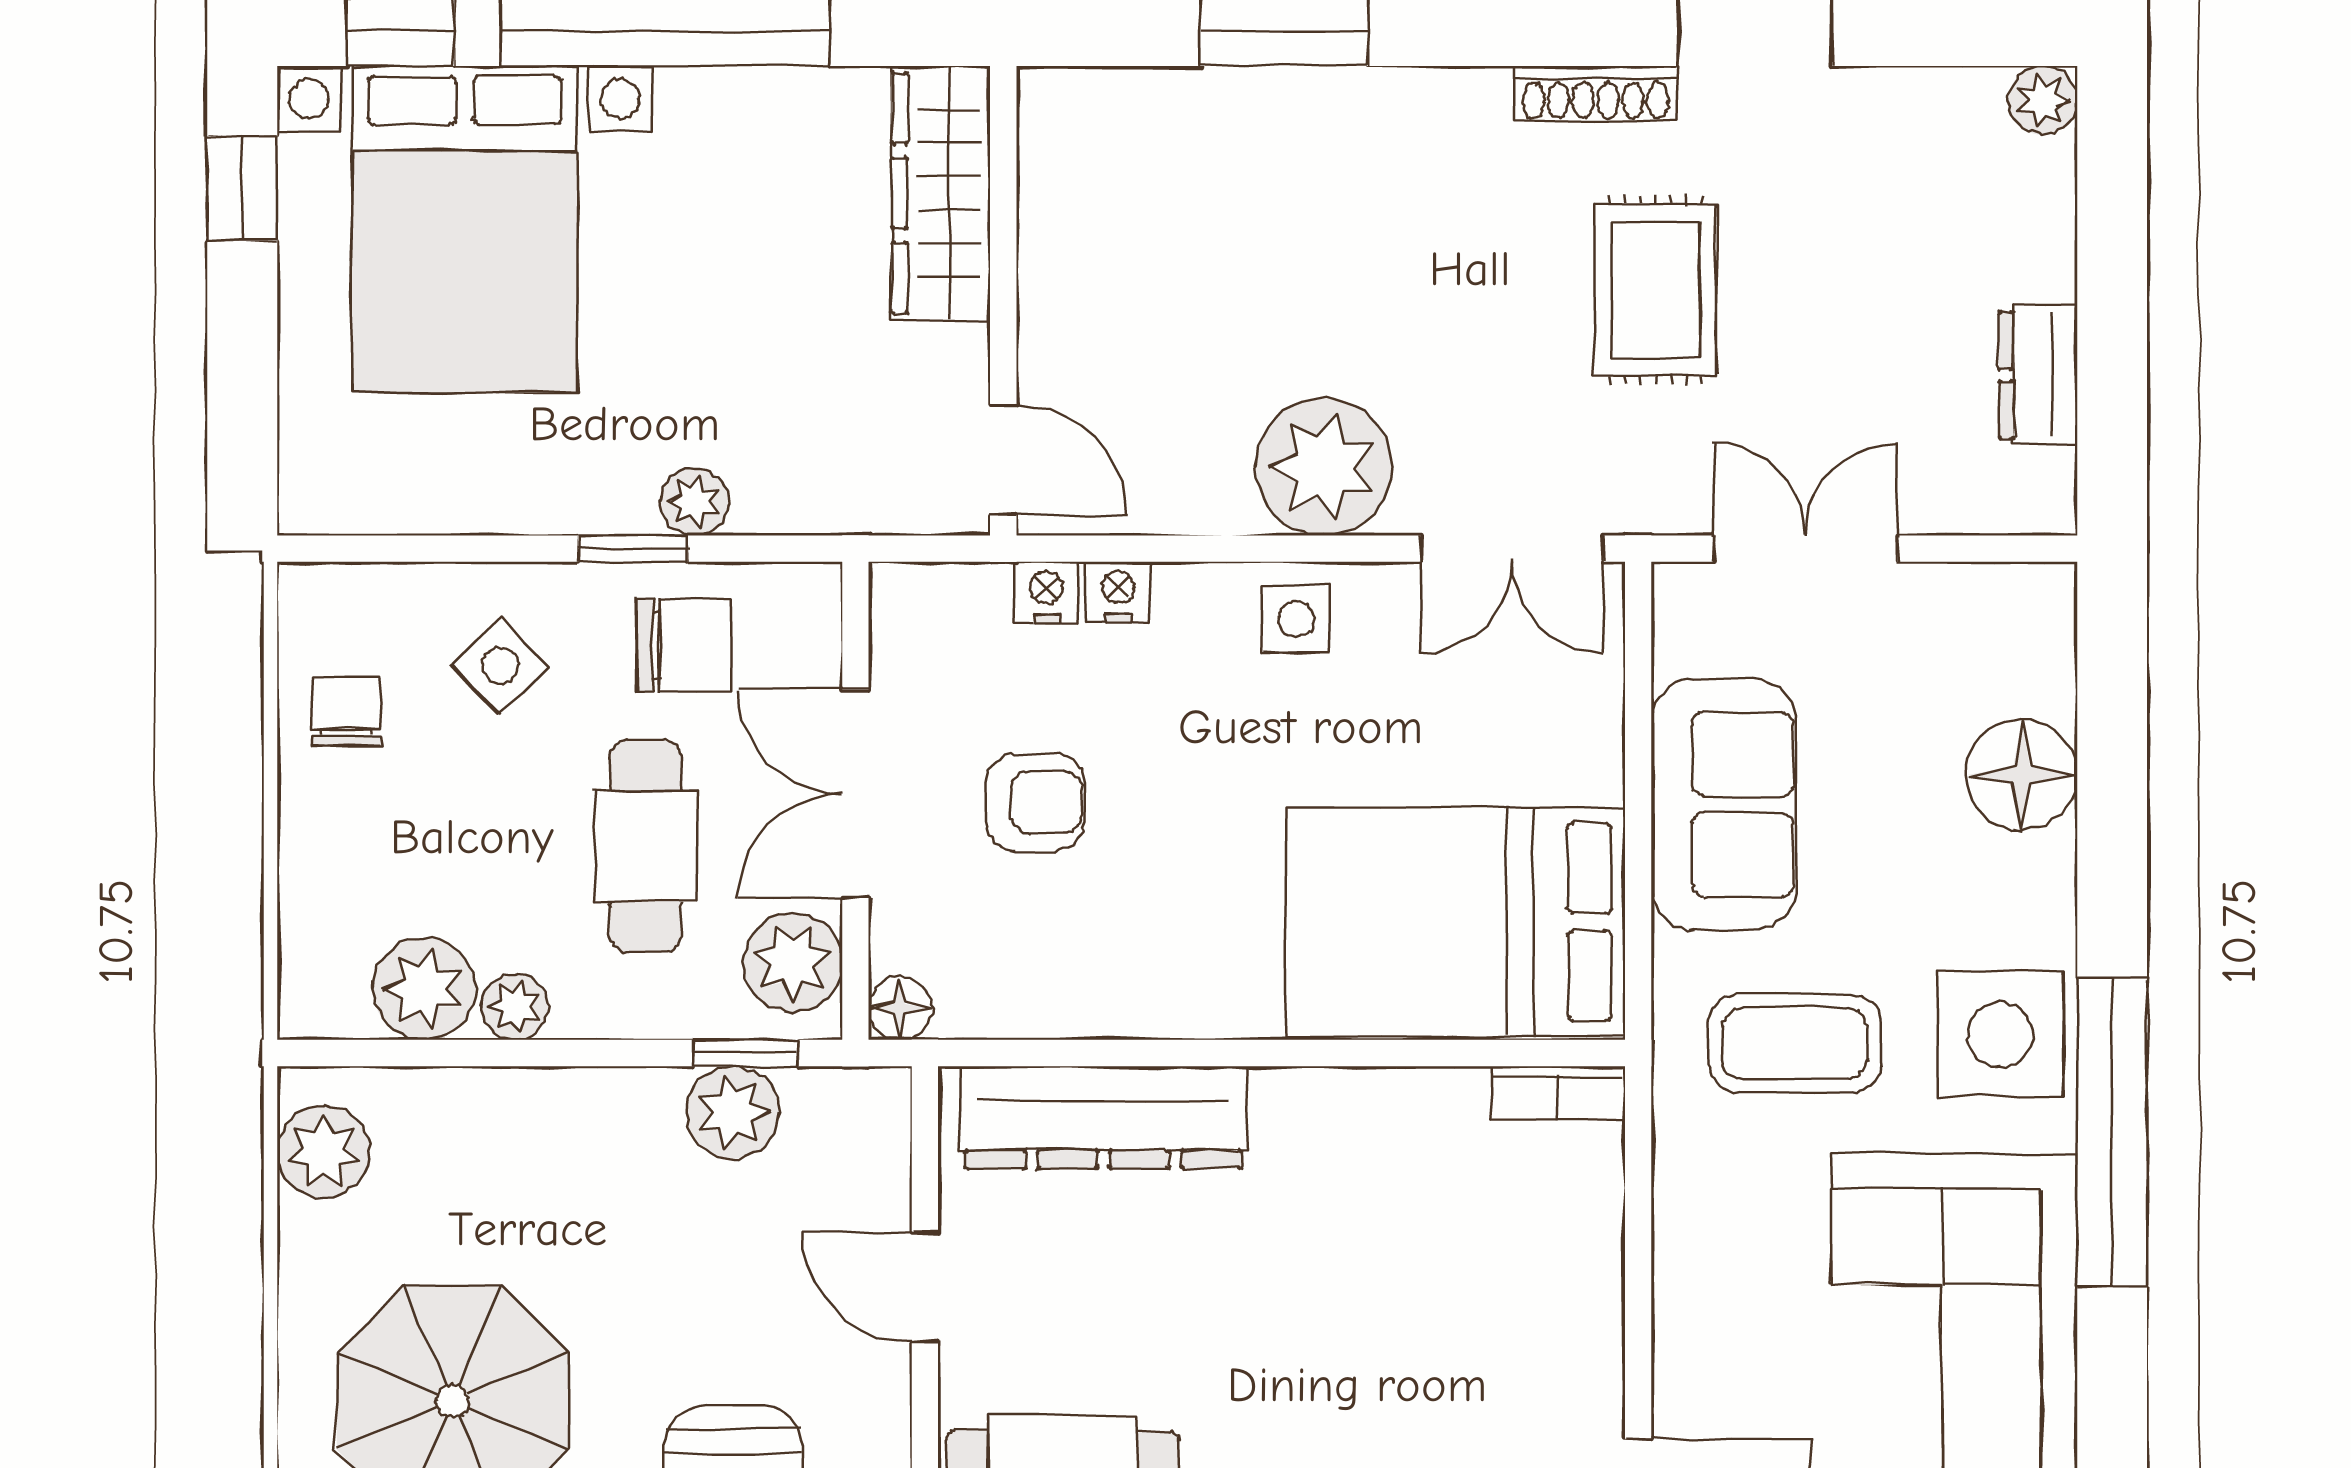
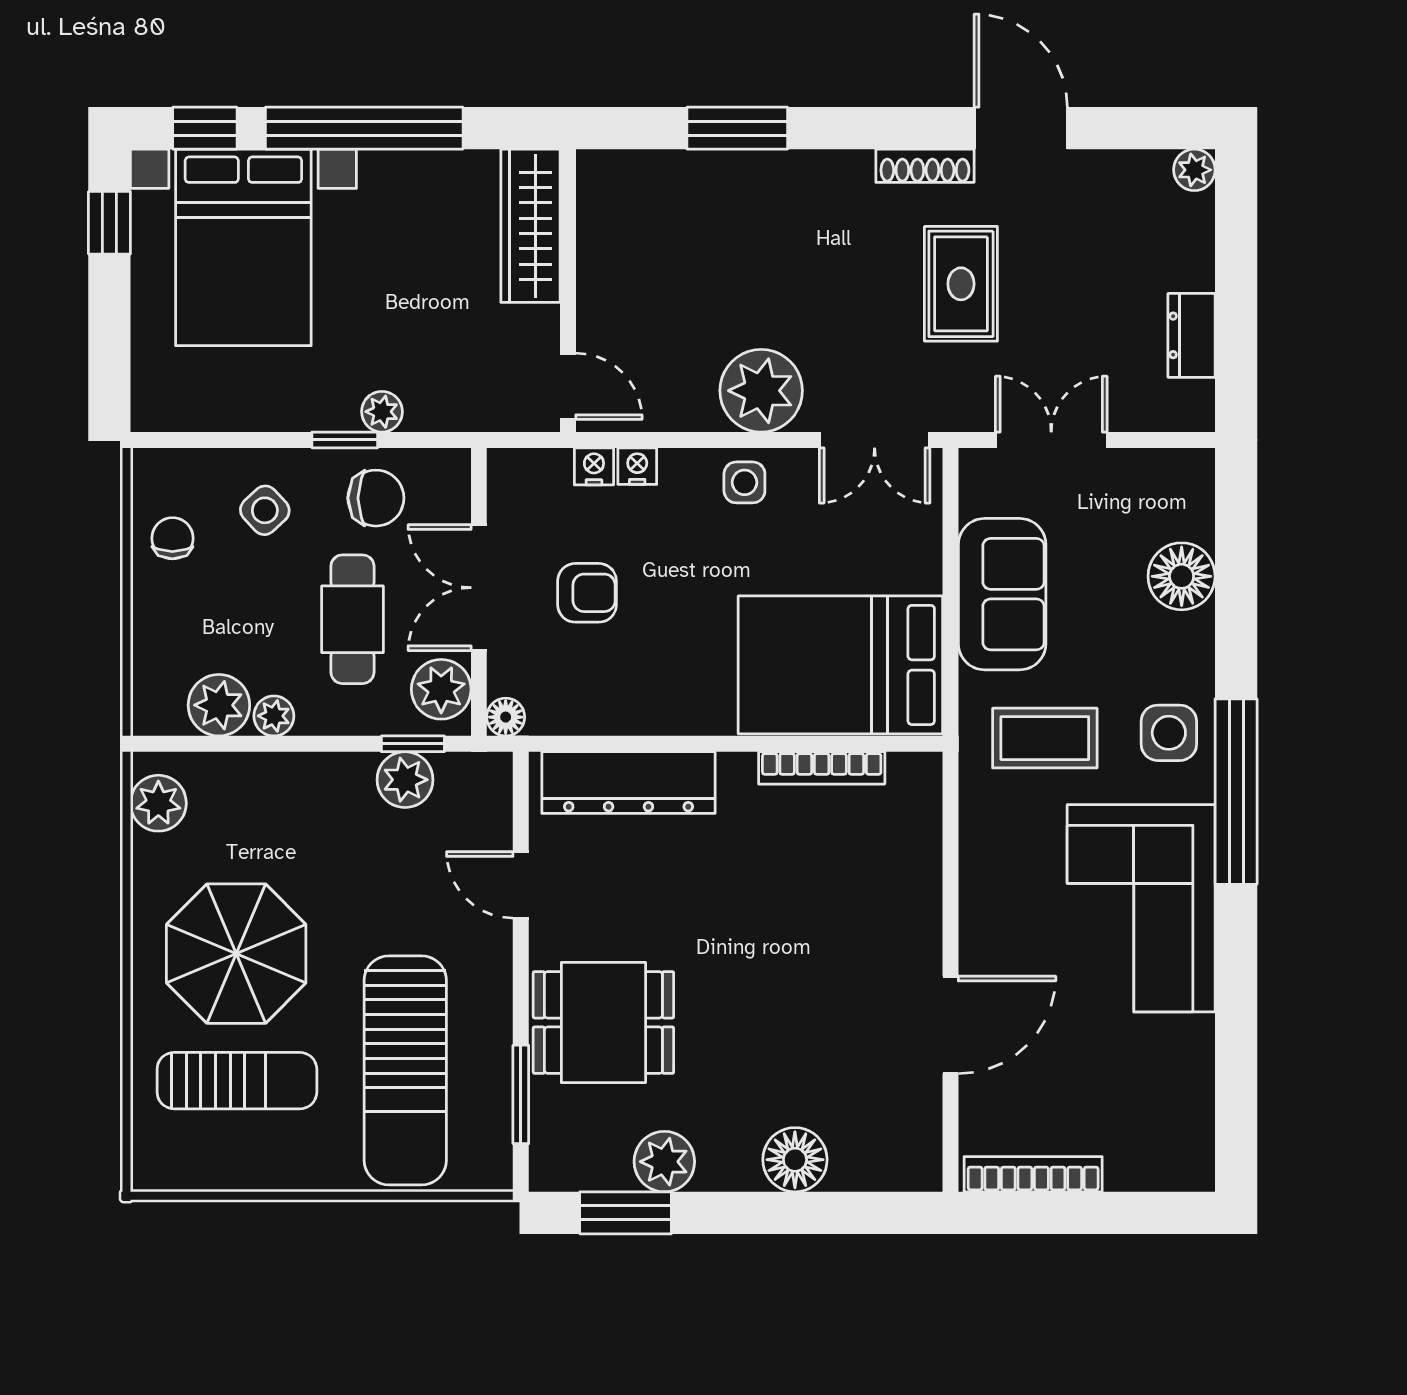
side table: (2000, 1035) -> (1169, 733), width x0.73, depth x0.73
bookcase: (1558, 1093) -> (822, 768), moved, width x1.56

